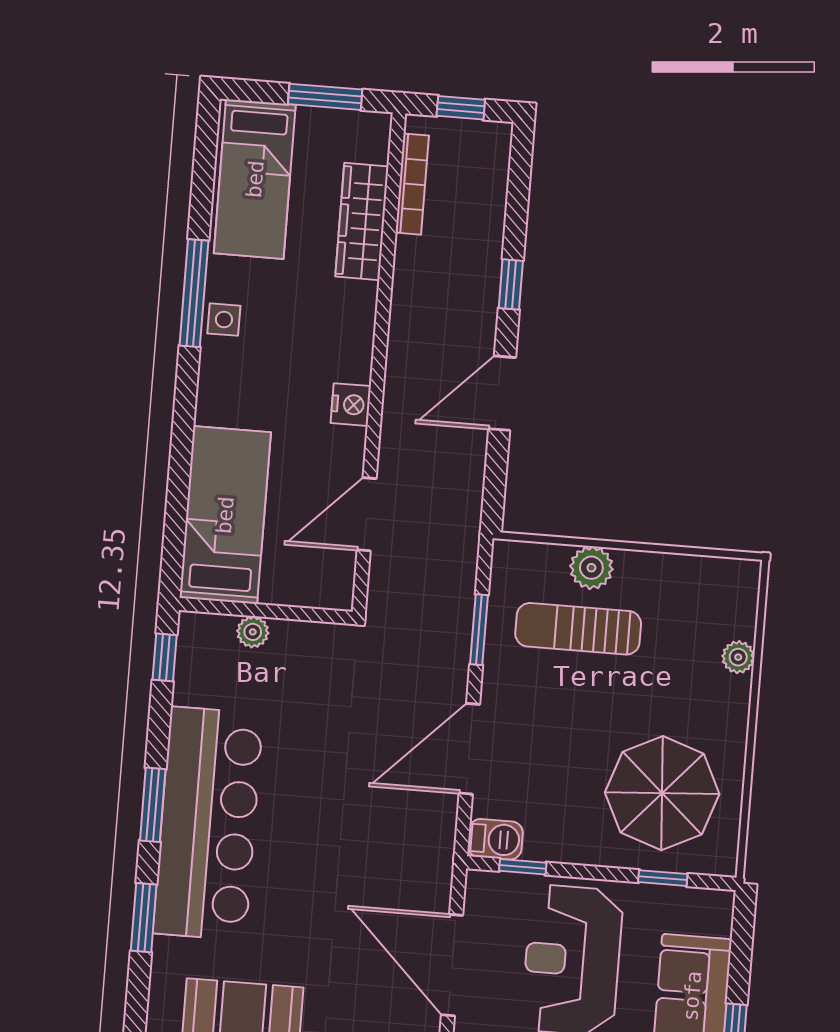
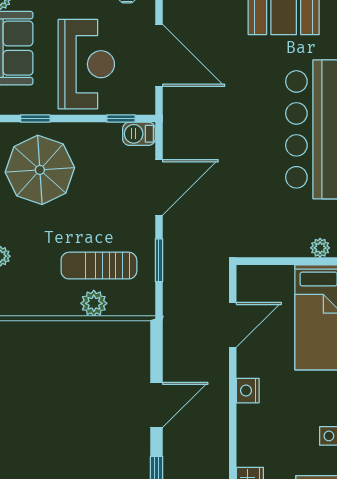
sun lounger: (578, 629) -> (99, 266), turned 180
plant: (253, 632) -> (320, 248), moved

